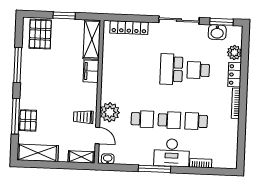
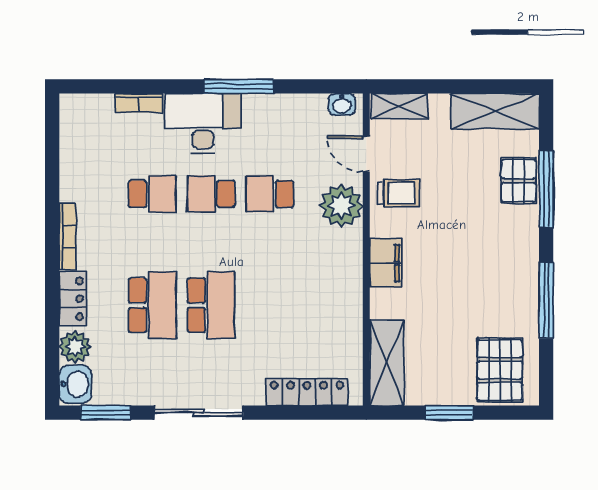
washbasin: (217, 32) -> (75, 384), moved, turned 90
school desk: (198, 70) -> (152, 305), width x1.85
filing cabinet: (91, 71) -> (386, 263), moved

